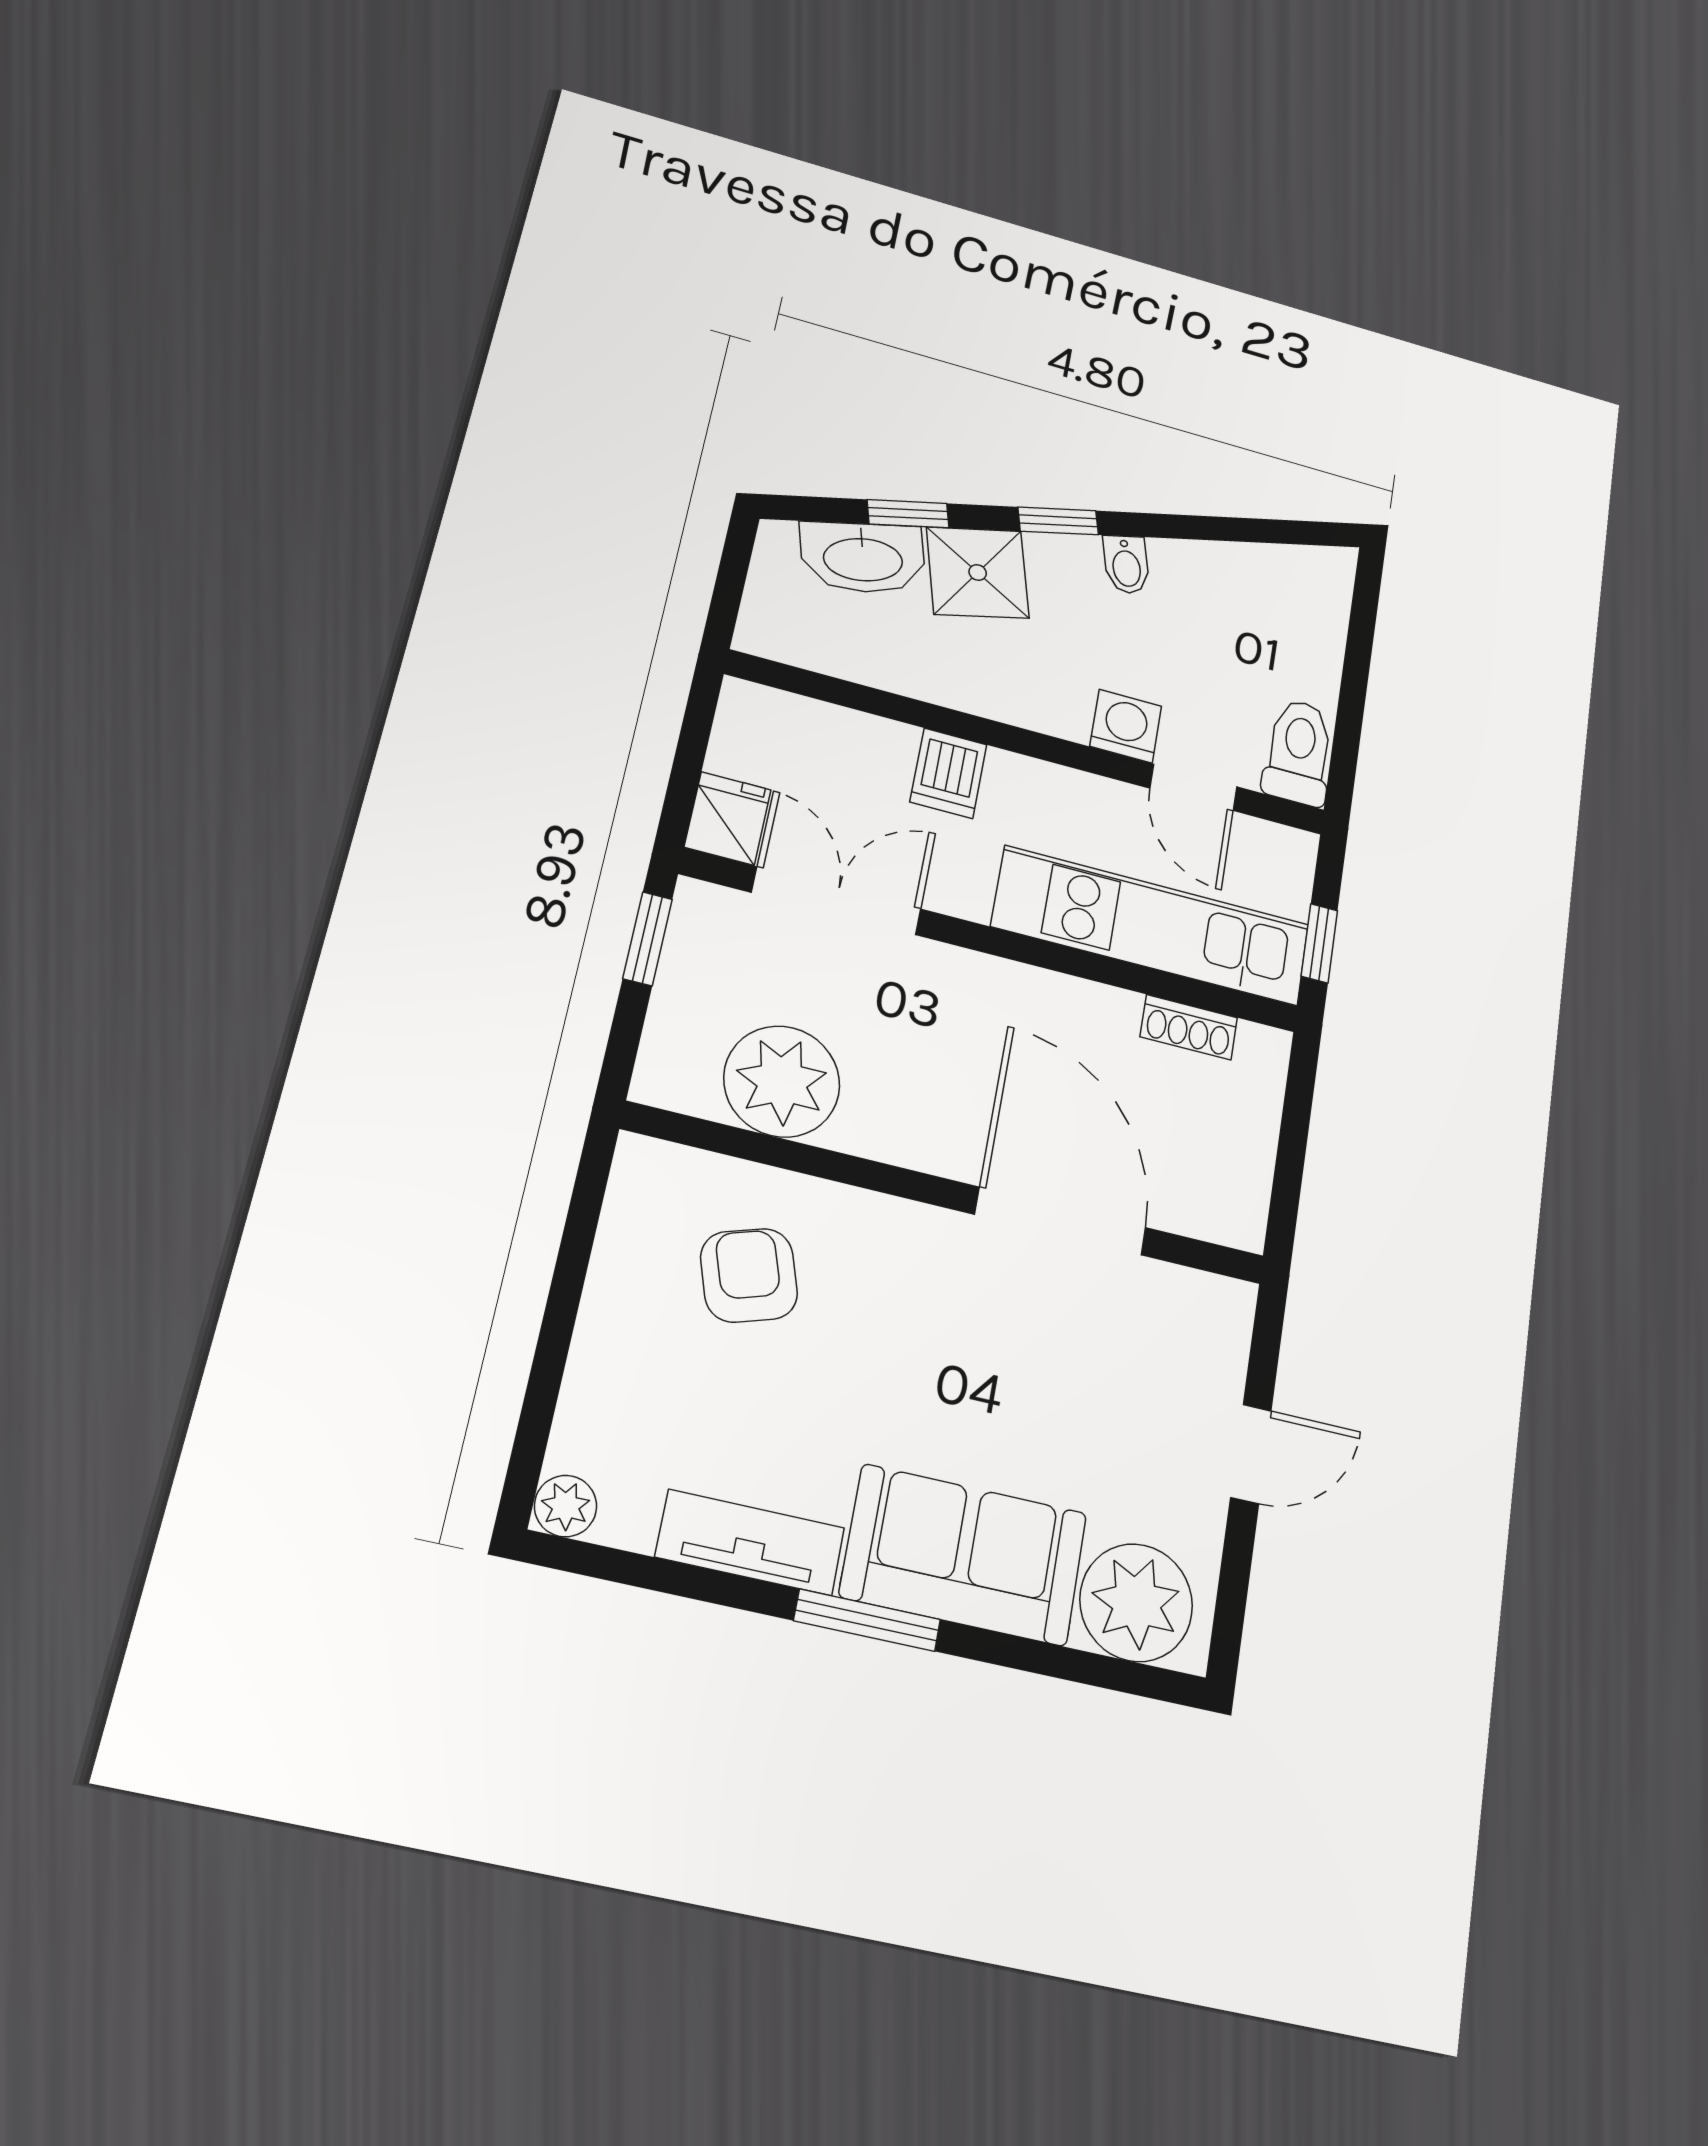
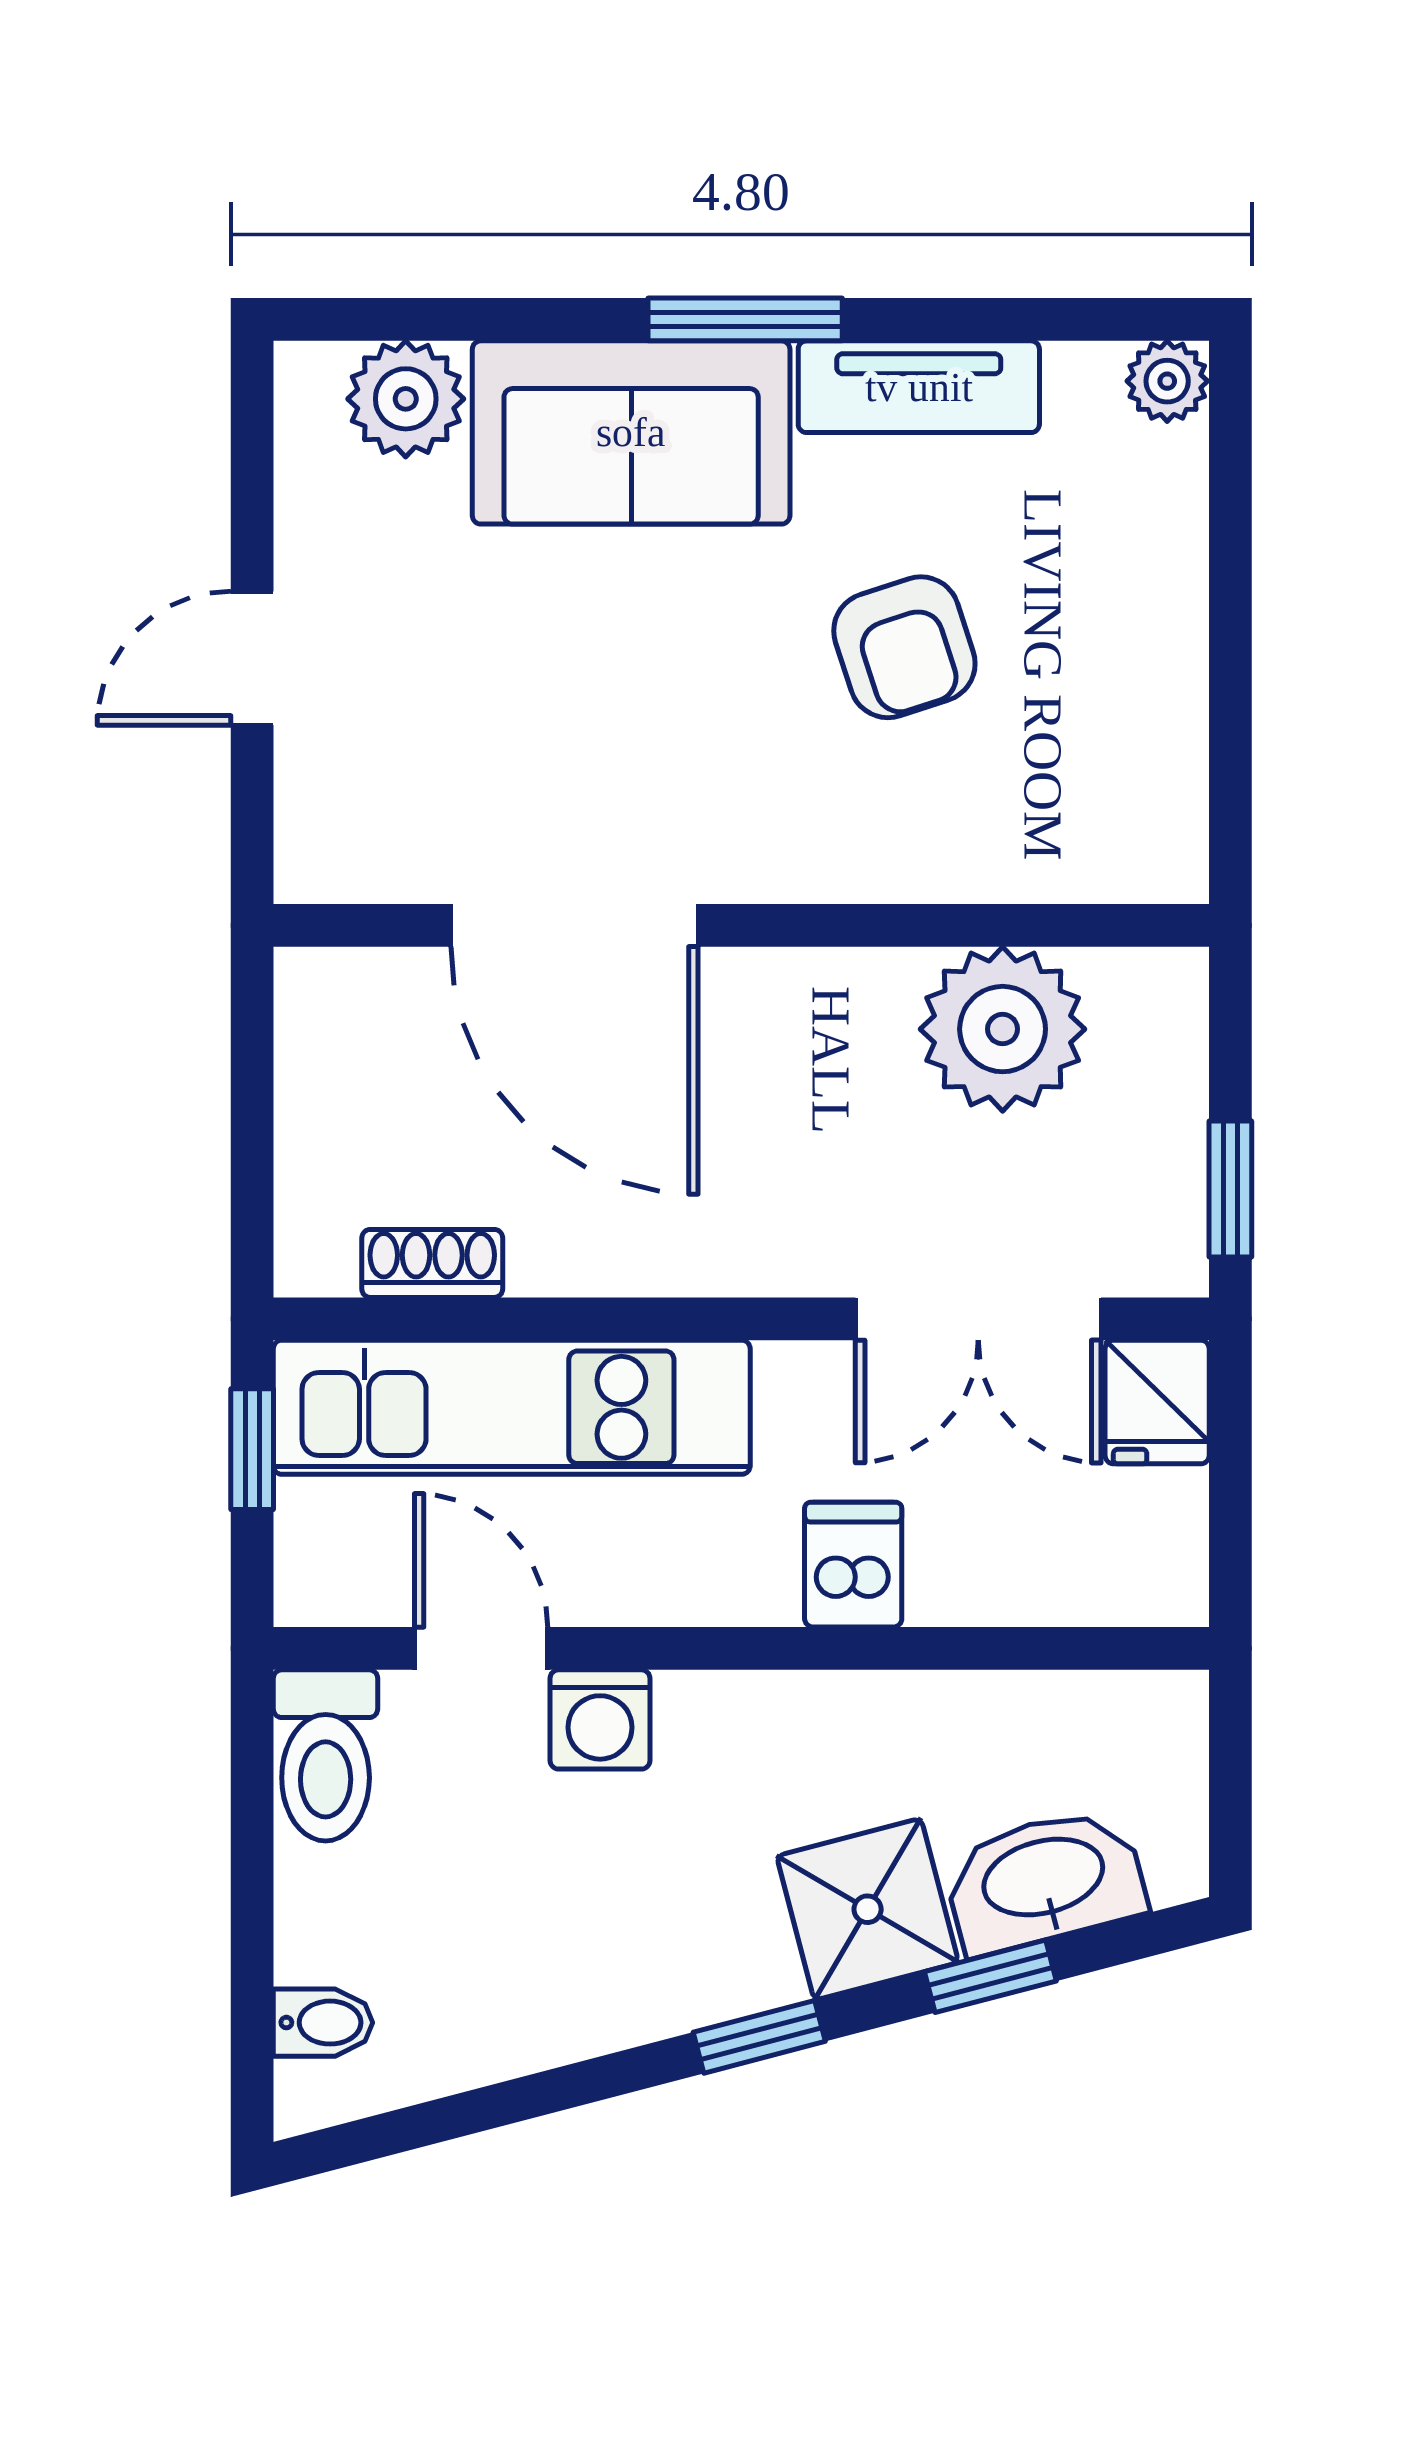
bidet: (1126, 565) -> (323, 2023), moved, turned 105
armchair: (749, 1275) -> (904, 647), moved
plant: (1136, 1603) -> (406, 399), width x0.73, depth x0.73

